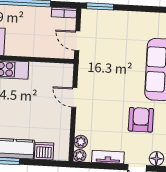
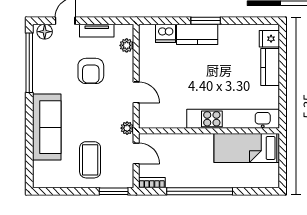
coffee table: (120, 37) -> (90, 160), added
armchair: (141, 120) -> (91, 71), moved
plant: (80, 156) -> (127, 128), moved

